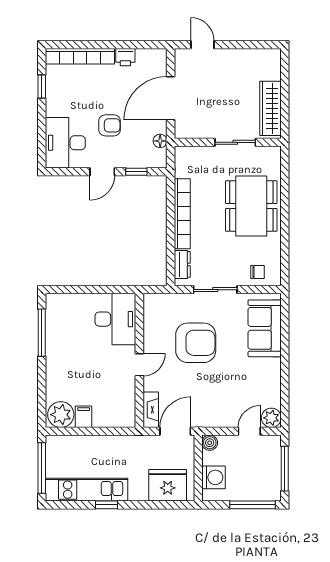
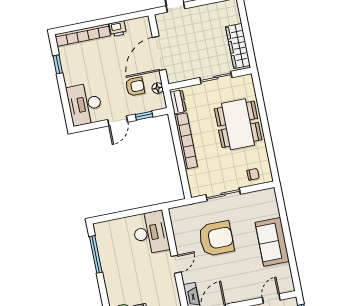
armchair: (110, 125) -> (135, 86), moved
dresser: (182, 264) -> (178, 102), moved
sofa: (265, 328) -> (272, 242), moved
plant: (271, 418) -> (286, 285), removed

